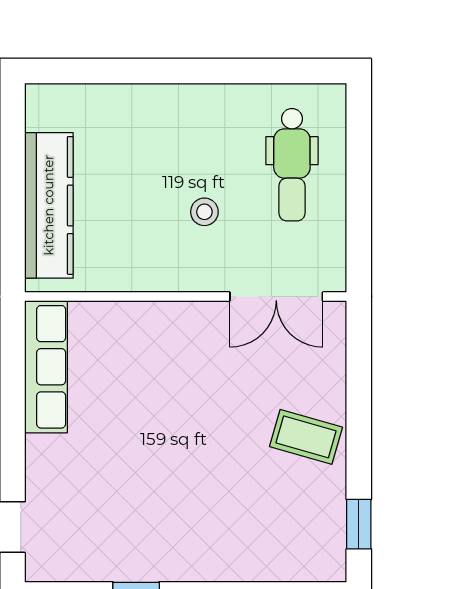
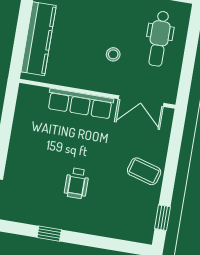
row of seats: (46, 367) -> (80, 104), moved, turned 90
wheelchair: (174, 484) -> (77, 183), added

